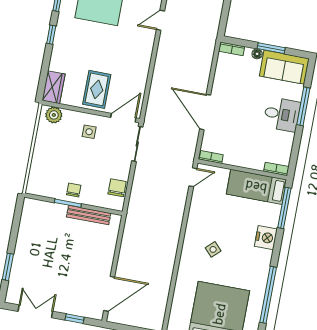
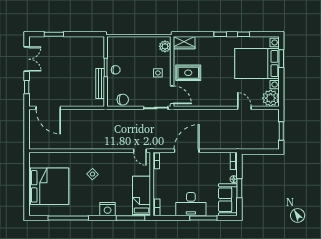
desk: (282, 114) -> (191, 204), width x1.37

